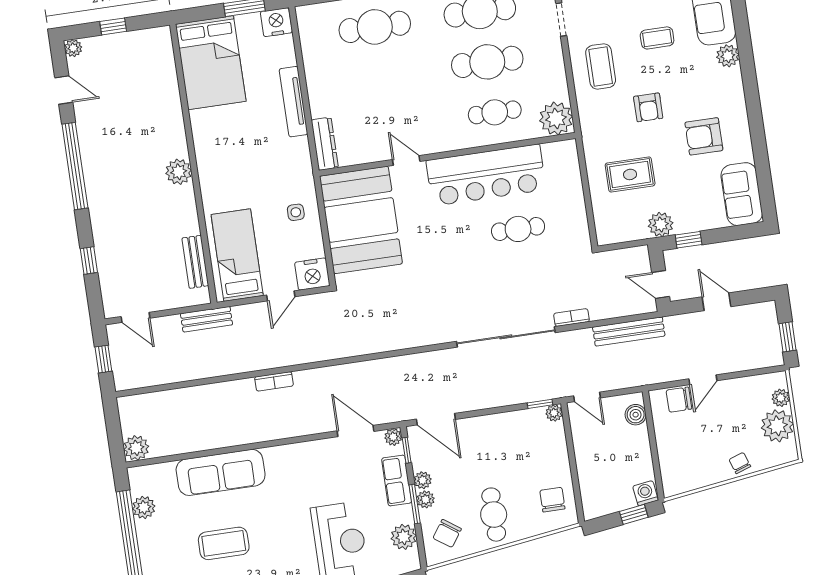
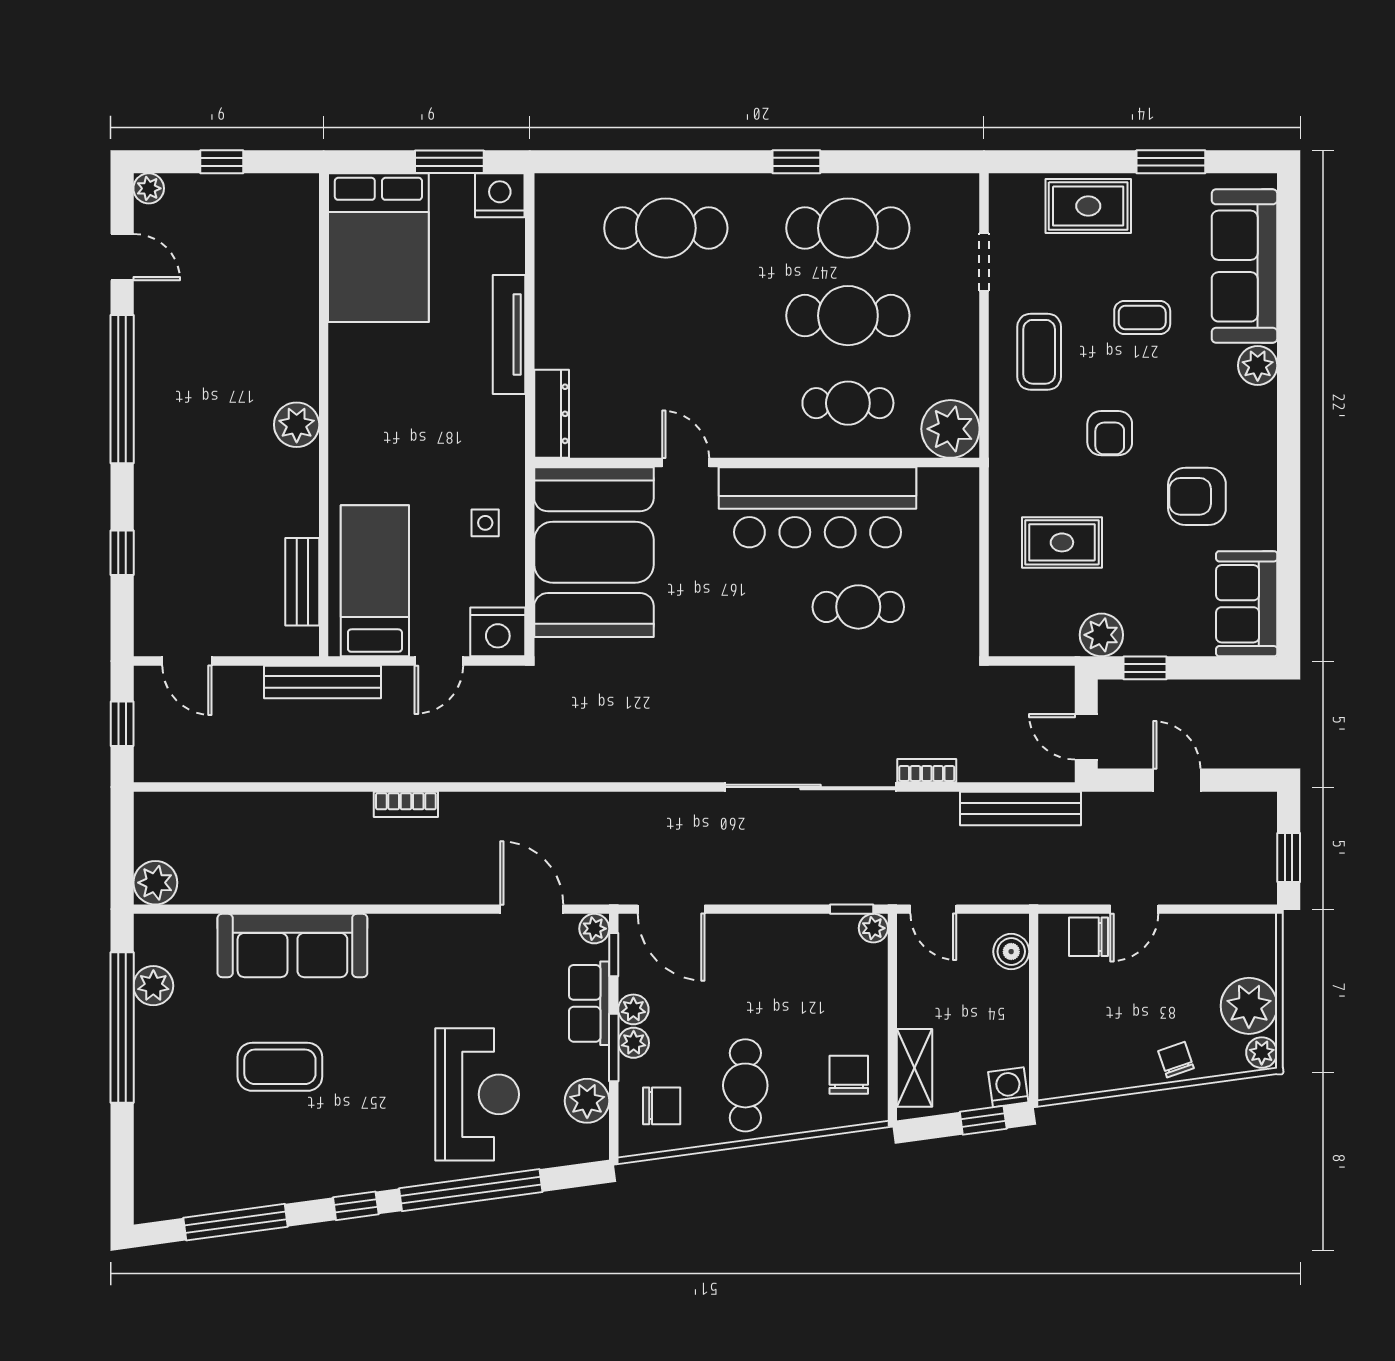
bench: (207, 319) -> (323, 682), width x1.36
plant: (781, 398) -> (1262, 1053), moved
shelving: (590, 490) -> (915, 1068), added
chair: (447, 533) -> (662, 1106), turned -125

